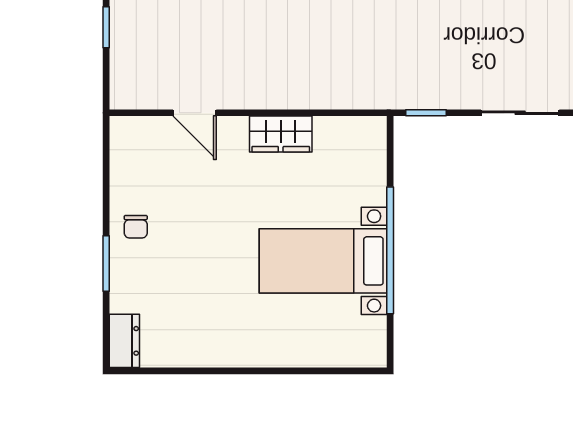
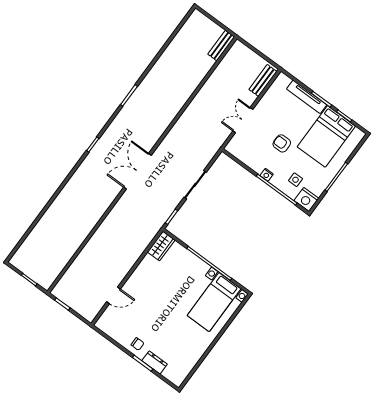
wardrobe: (281, 134) -> (161, 246), moved
bed with nightstands: (323, 261) -> (214, 302), moved
dresser: (124, 341) -> (155, 362), moved

